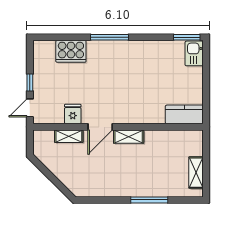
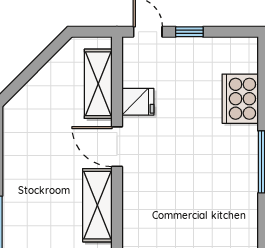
shelving: (69, 136) -> (98, 84), width x1.50, depth x1.33
shelving: (129, 137) -> (97, 205), width x1.50, depth x1.33

